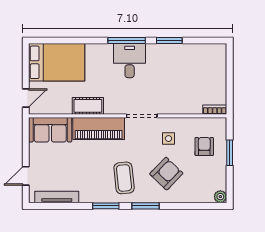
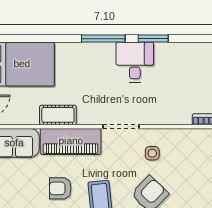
desk: (130, 61) -> (135, 62), moved
armchair: (204, 146) -> (60, 188), moved, turned -90

